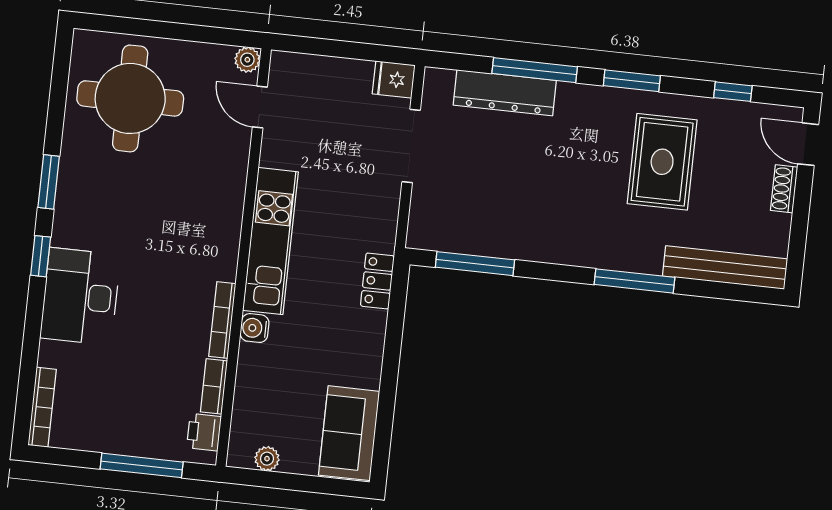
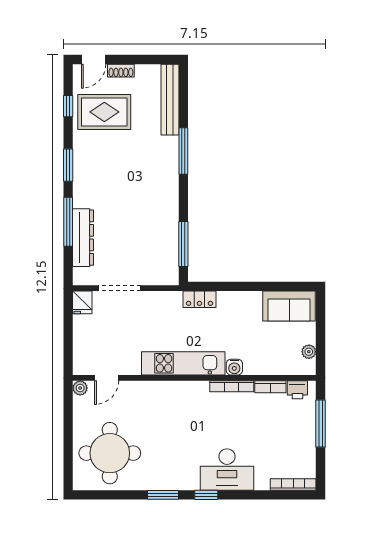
rug: (662, 162) -> (104, 112), moved

